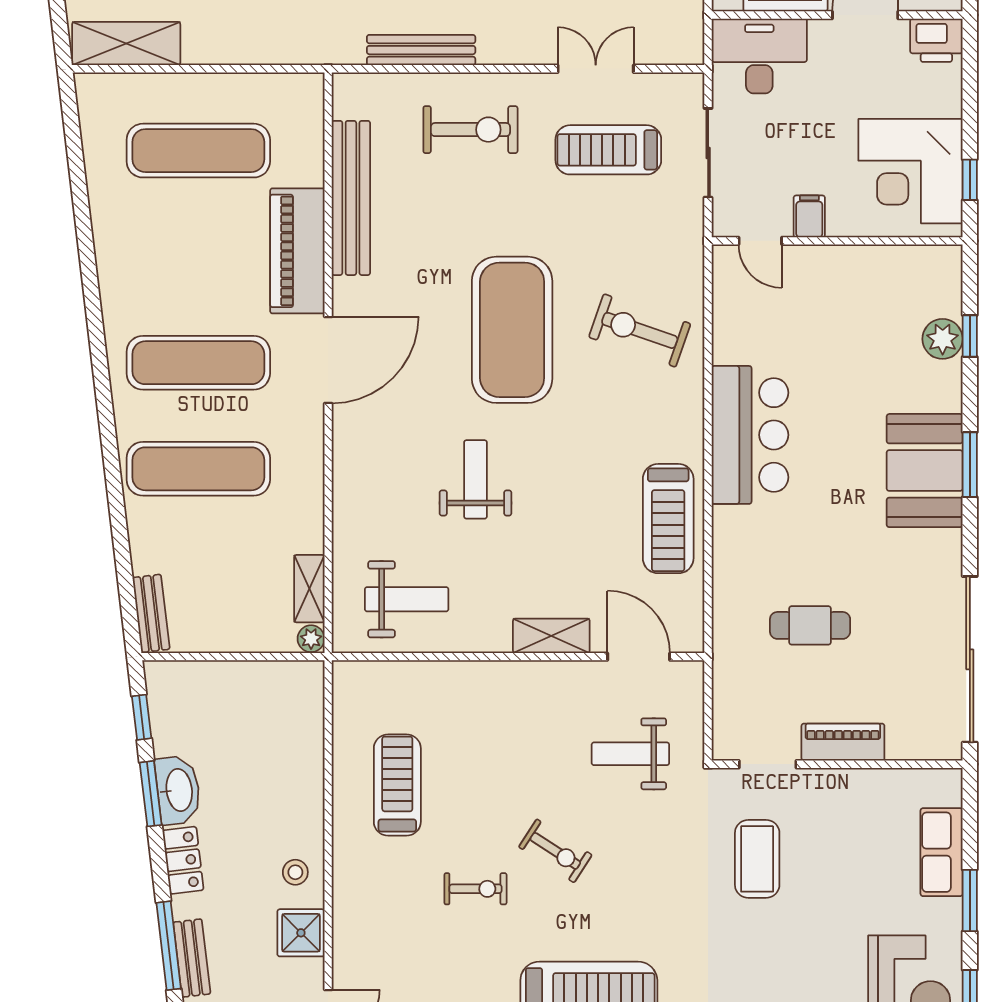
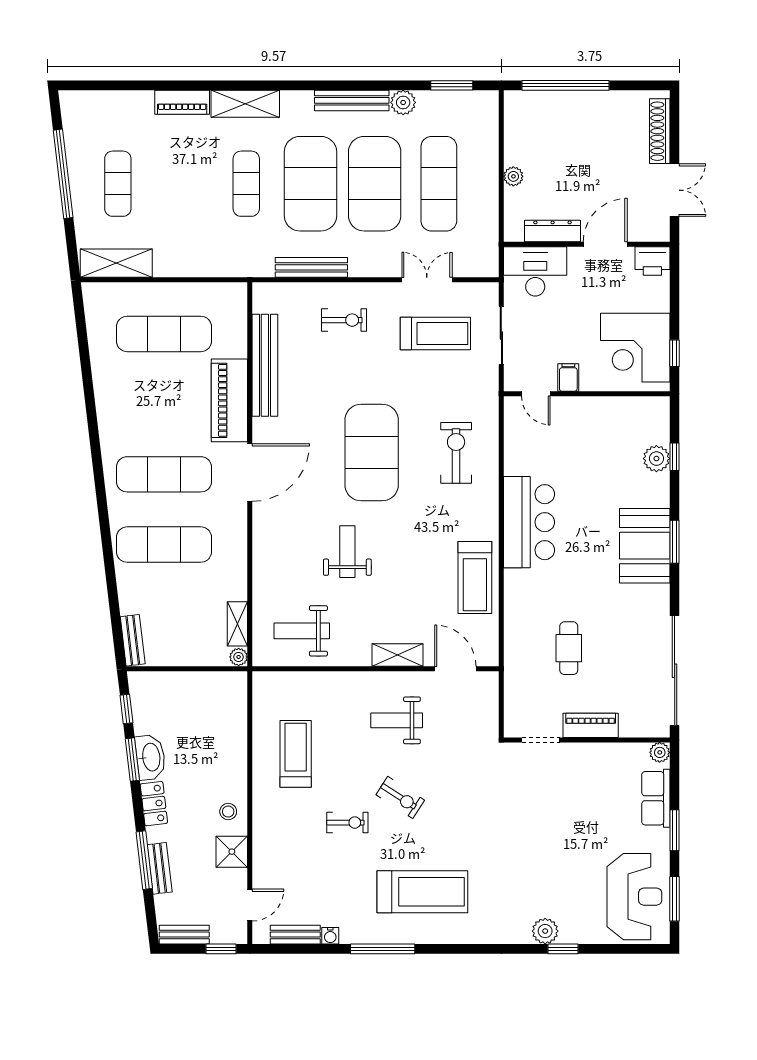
exercise bike: (470, 130) -> (344, 320), width x0.73, depth x0.72
treadmill: (608, 150) -> (435, 333), turned 180
exercise bike: (640, 330) -> (456, 453), turned 71
weight bench: (407, 599) -> (302, 631), turned 180
cafe table: (810, 625) -> (569, 648), turned 90
weight bench: (630, 754) -> (397, 720), moved
plant: (947, 783) -> (660, 752), added
coffee table: (757, 859) -> (534, 803), removed

